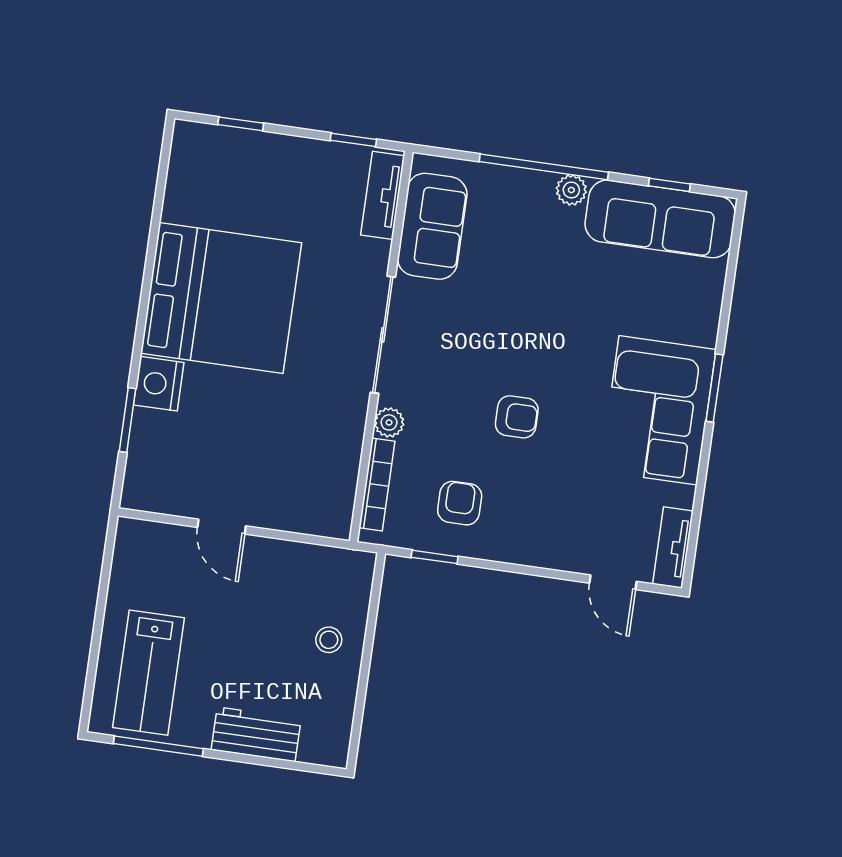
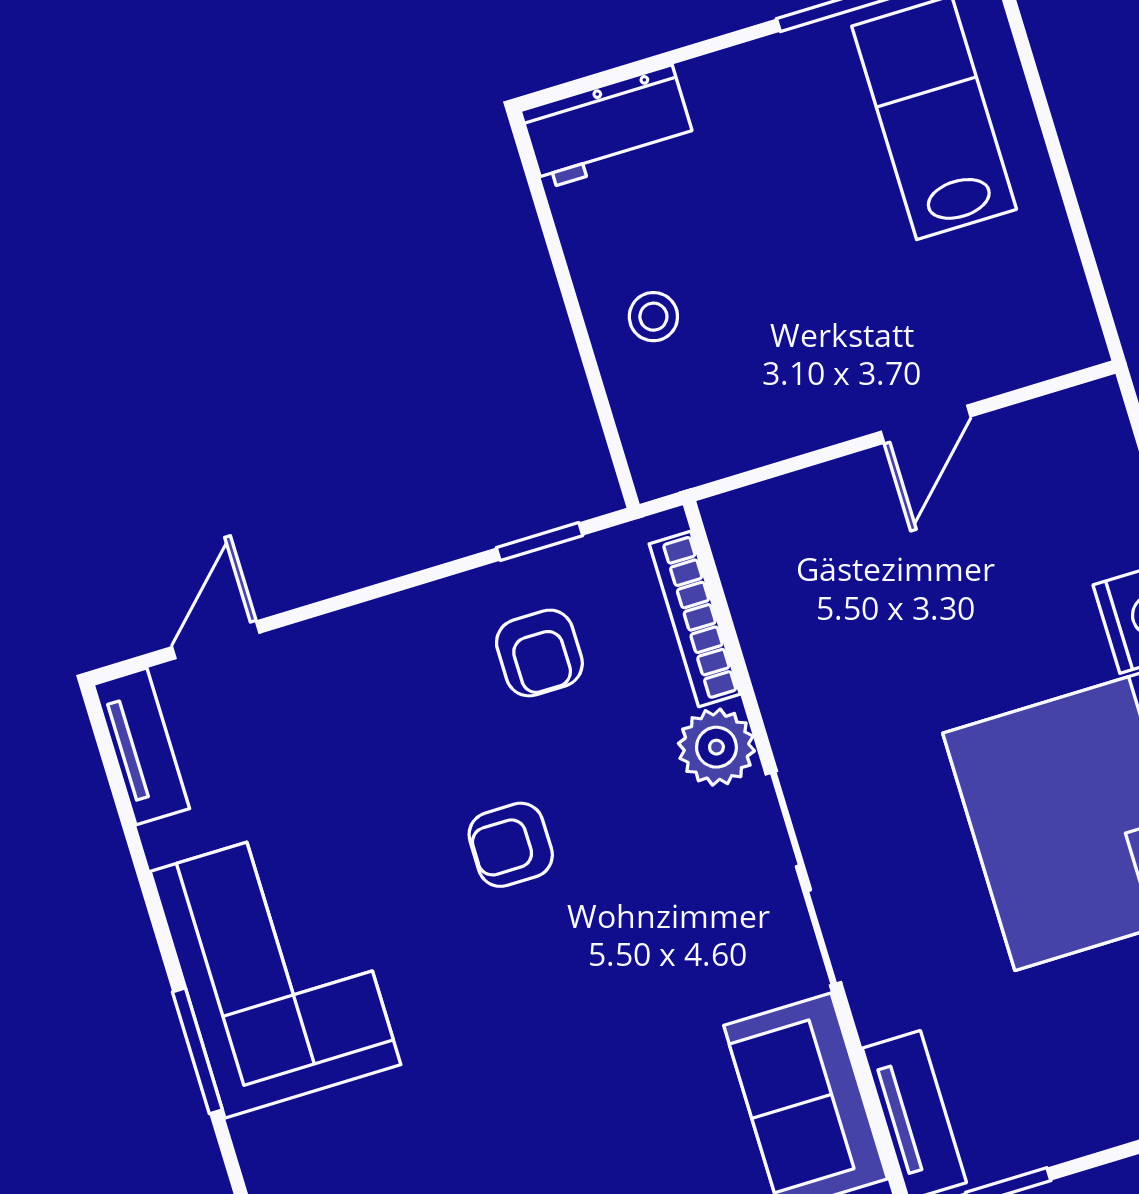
plant: (389, 422) -> (716, 747), width x1.38, depth x1.38
door: (222, 527) -> (926, 424), swing flipped
door: (613, 582) -> (216, 640), hinge flipped
workbench: (256, 734) -> (608, 127), moved

